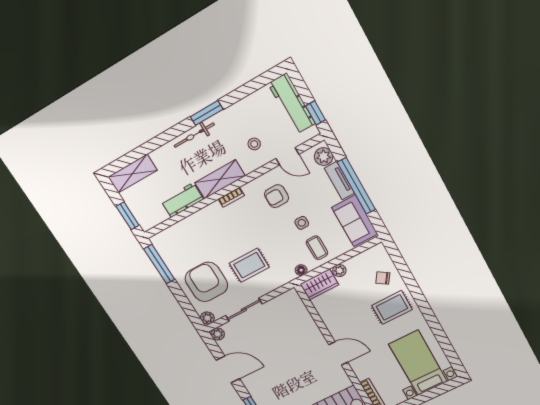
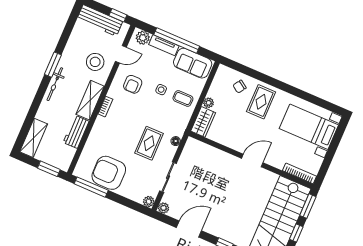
stool: (254, 144) -> (95, 62), width x1.89, depth x1.89
floor lamp: (301, 270) -> (176, 141), moved
armchair: (206, 282) -> (109, 173), moved

